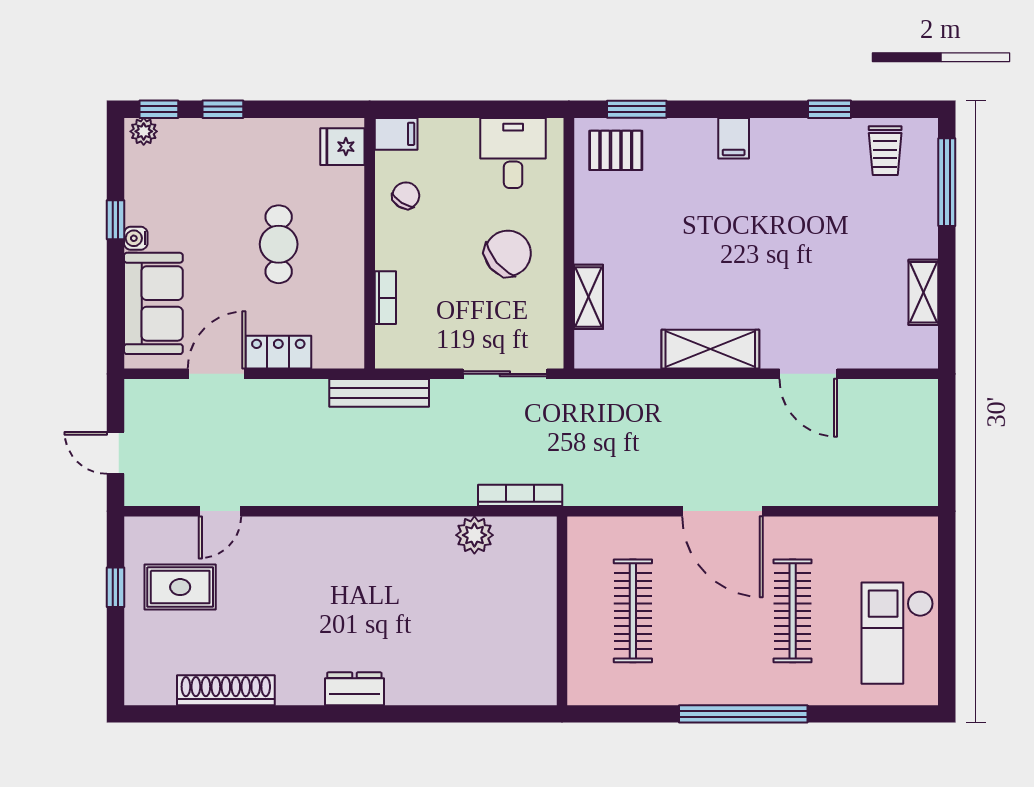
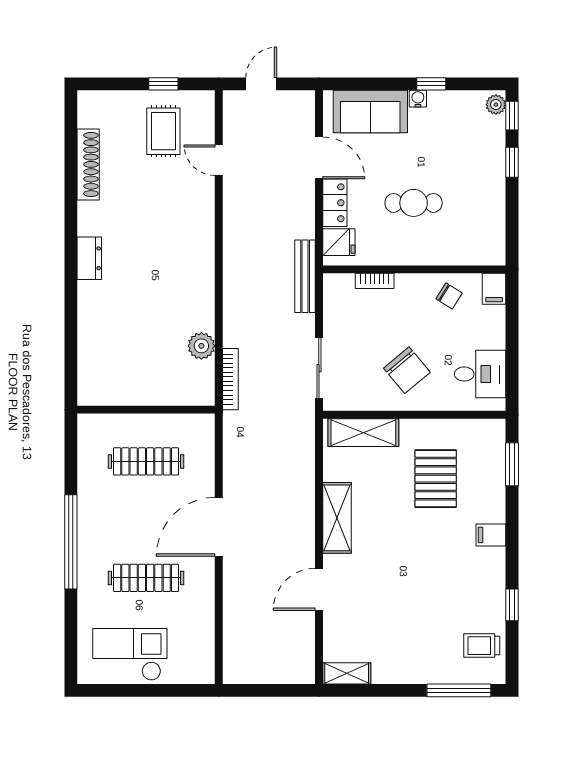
fridge: (342, 147) -> (339, 242), moved, turned 90
pallet: (616, 150) -> (436, 479), moved, width x1.50, depth x1.42
shelving: (923, 292) -> (347, 673), moved
shelving: (589, 297) -> (363, 433), width x1.50, depth x1.33

